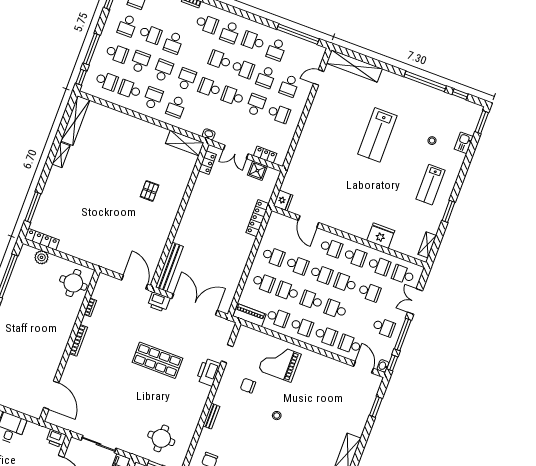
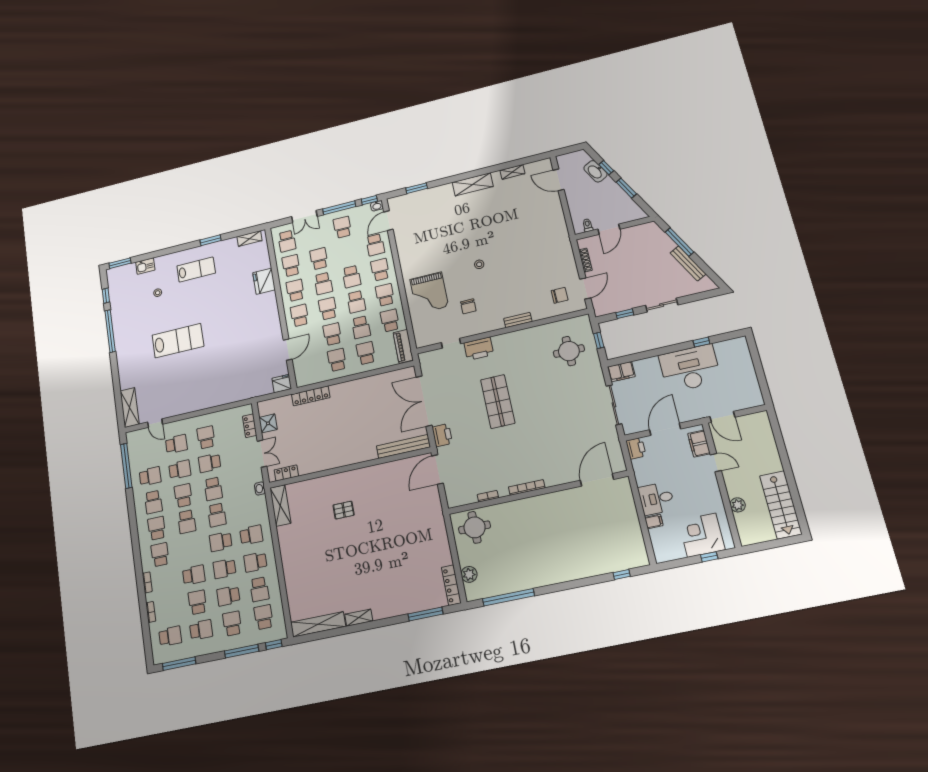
school desk: (230, 32) -> (157, 528), turned -90
shelving: (354, 66) -> (130, 408), width x0.68

